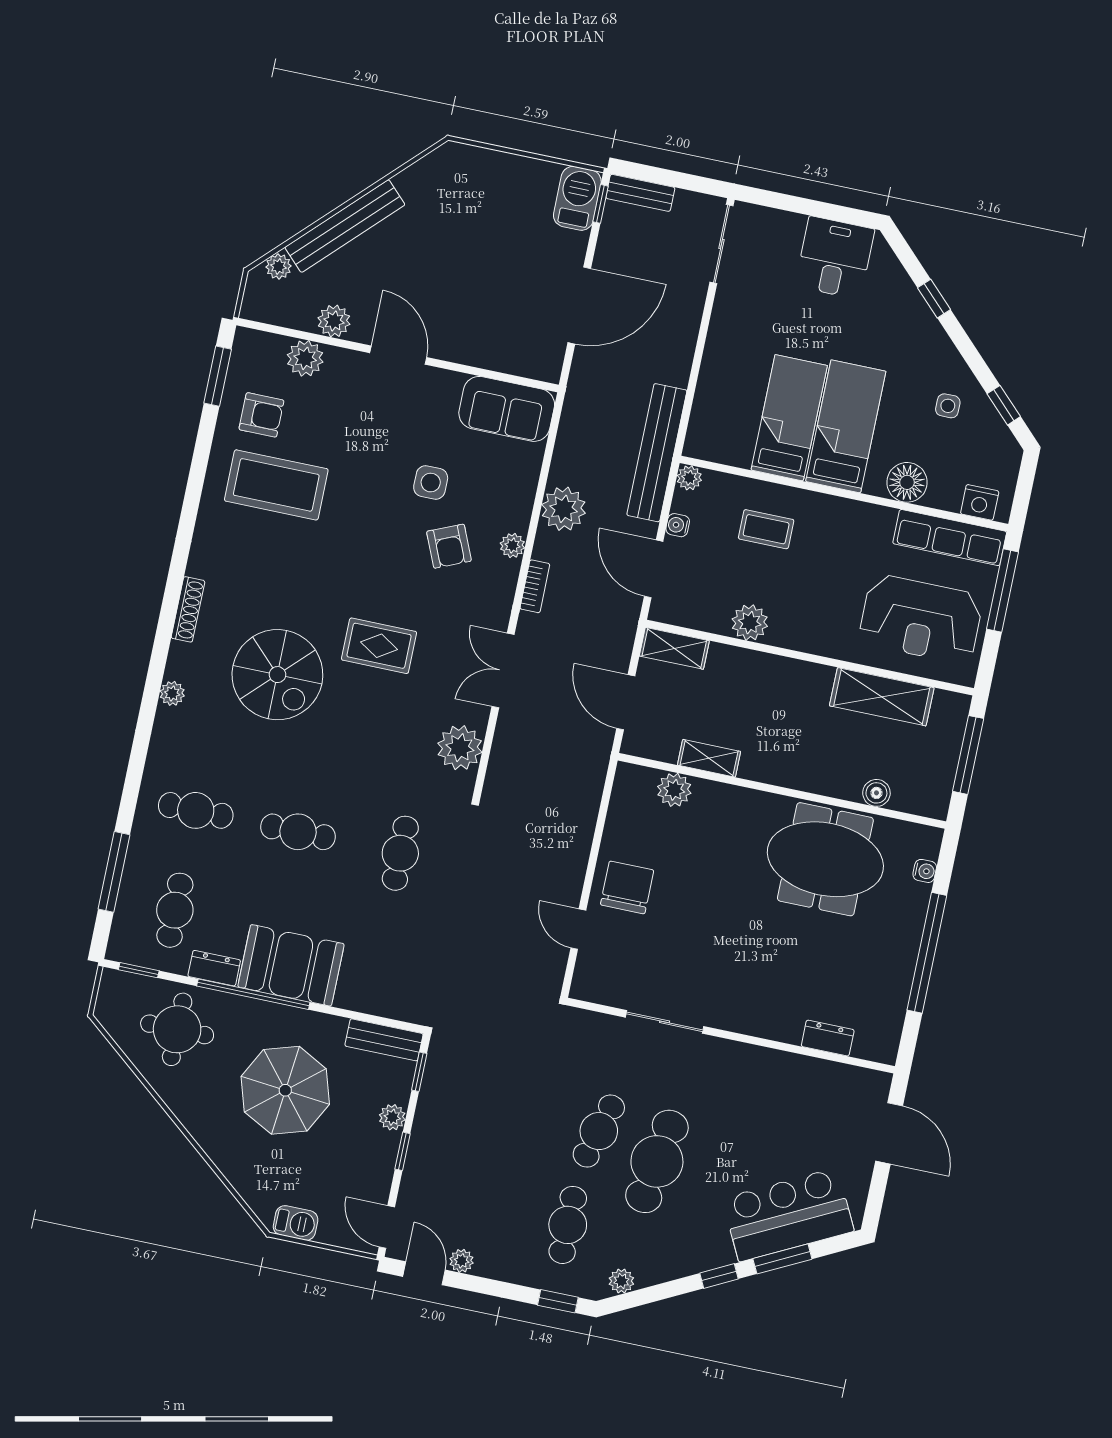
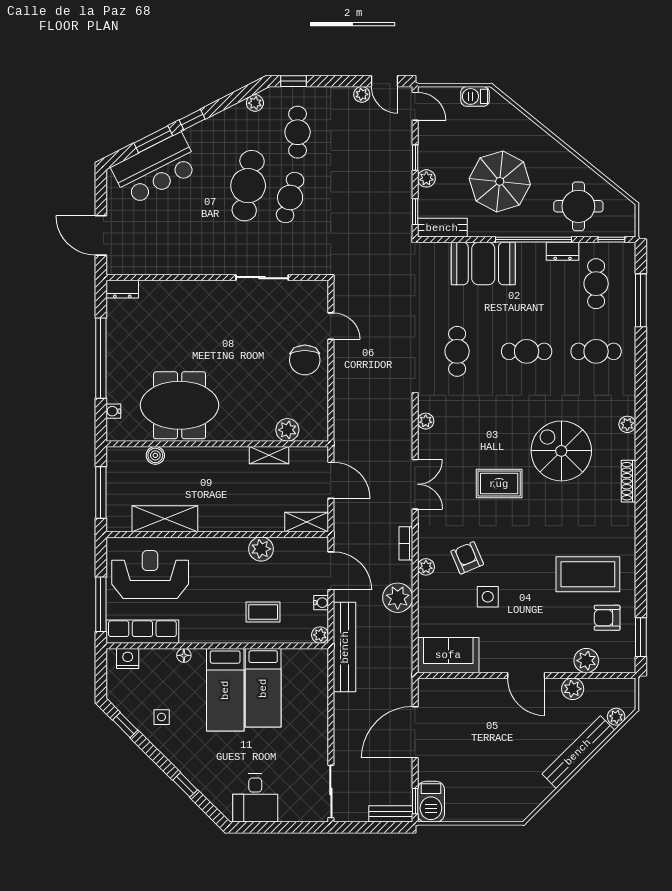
floor lamp: (907, 482) -> (184, 655), width x0.53, depth x0.53
plant: (460, 748) -> (426, 421), width x0.53, depth x0.53
booth: (291, 965) -> (483, 264), moved
dresser: (828, 1038) -> (122, 289), moved

